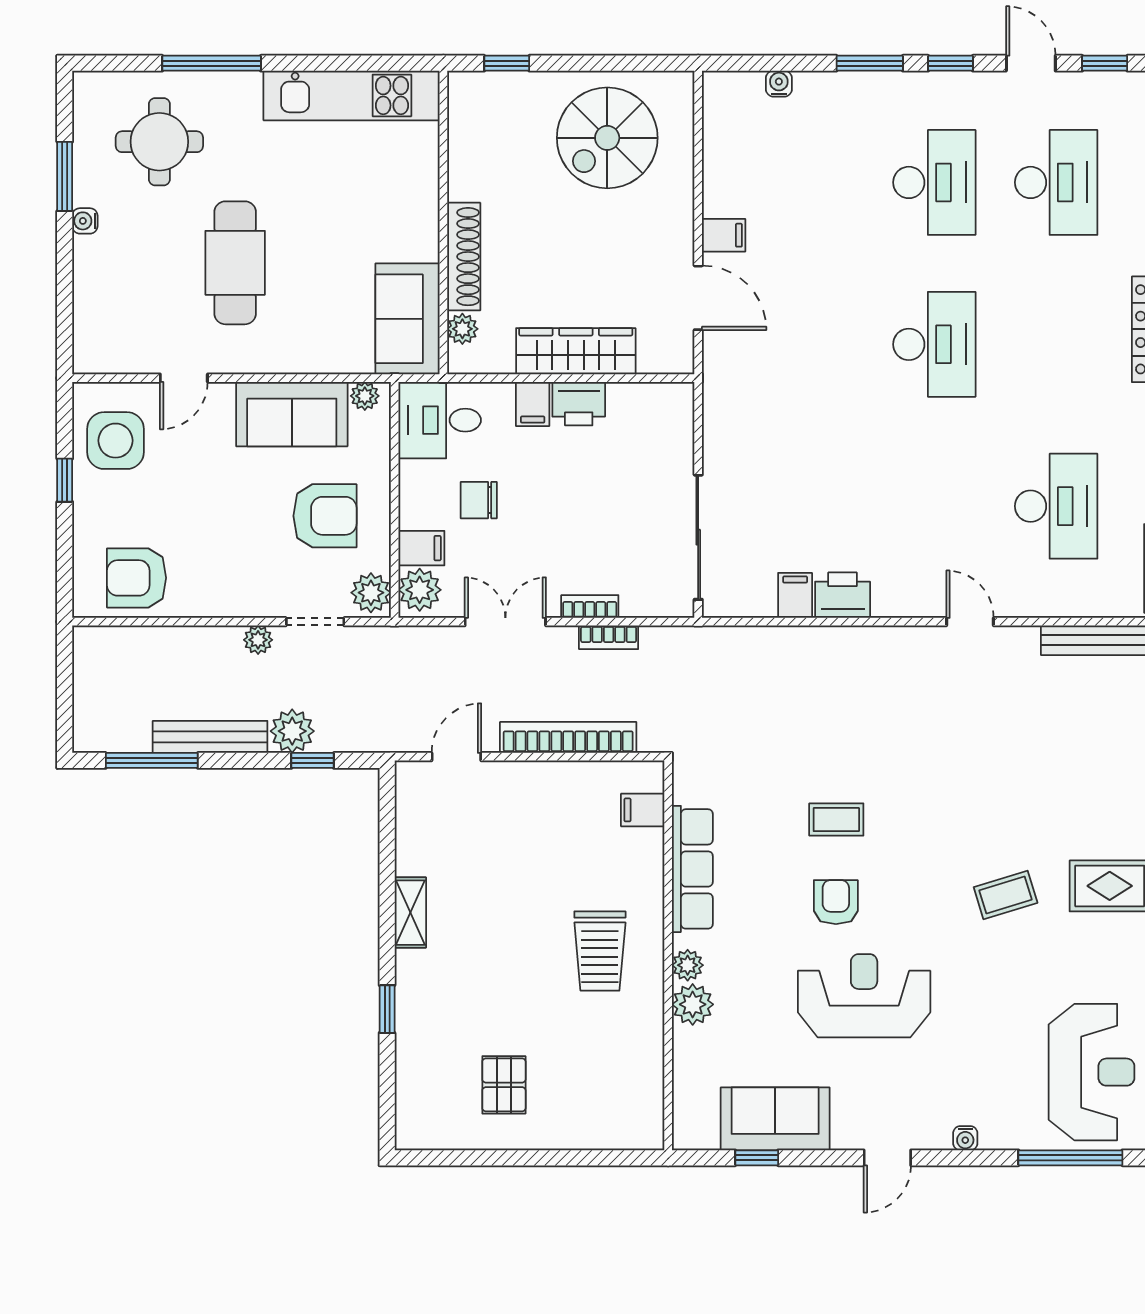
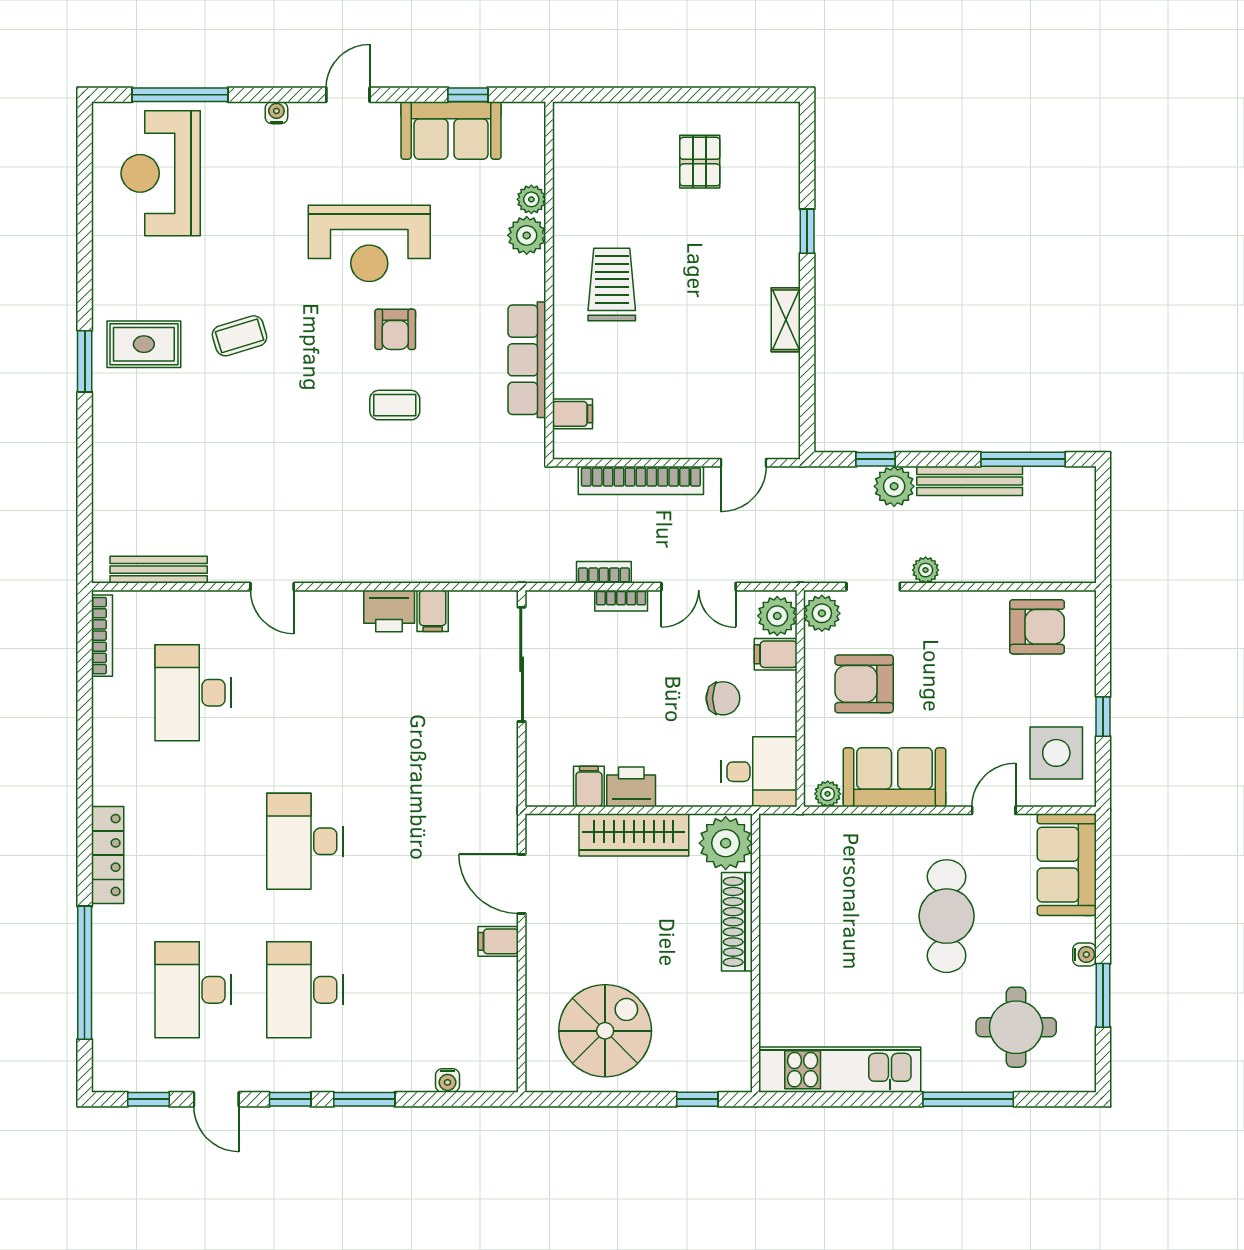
sofa: (407, 319) -> (1067, 865), moved, turned 180
plant: (462, 329) -> (726, 843), width x1.88, depth x1.88
filing cabinet: (533, 404) -> (589, 786), moved
plant: (688, 965) -> (531, 199), moved

